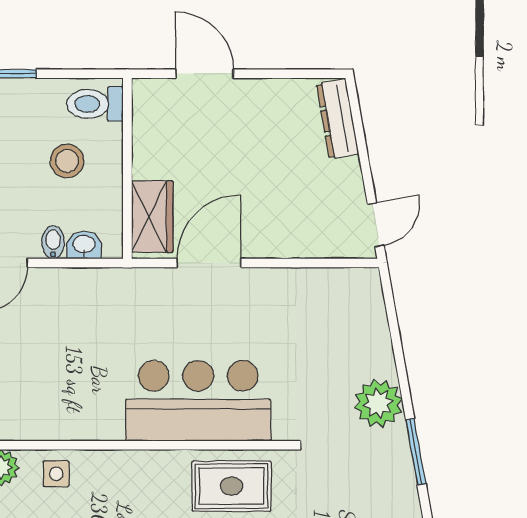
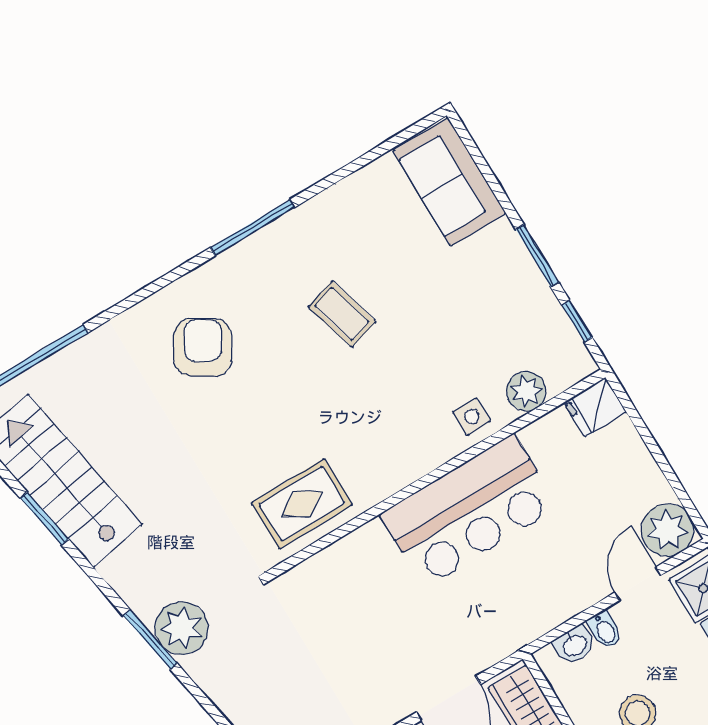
bar counter: (198, 401) -> (469, 511), moved
plant: (378, 403) -> (181, 628), moved

